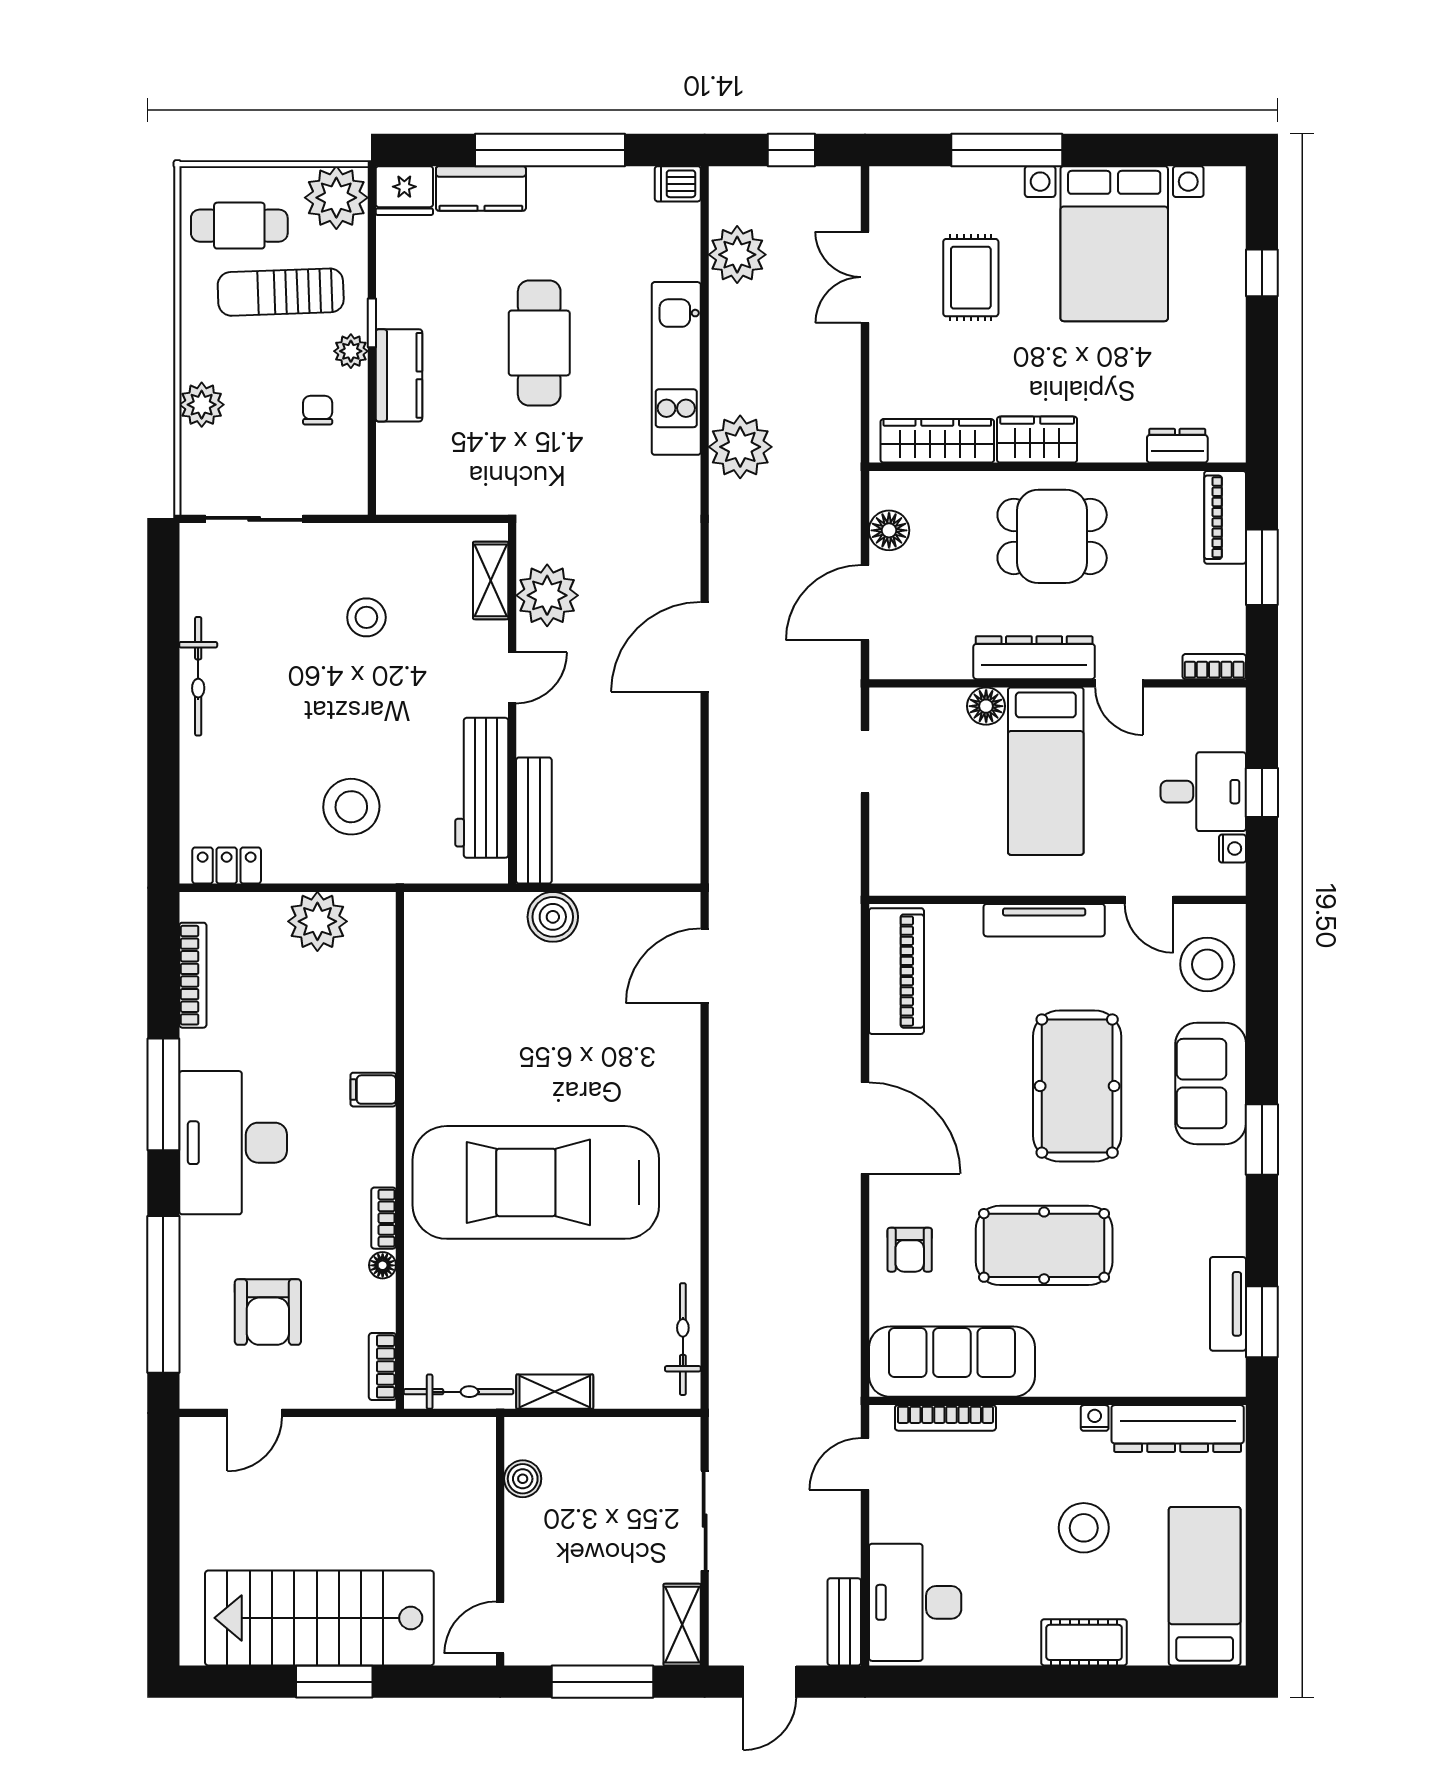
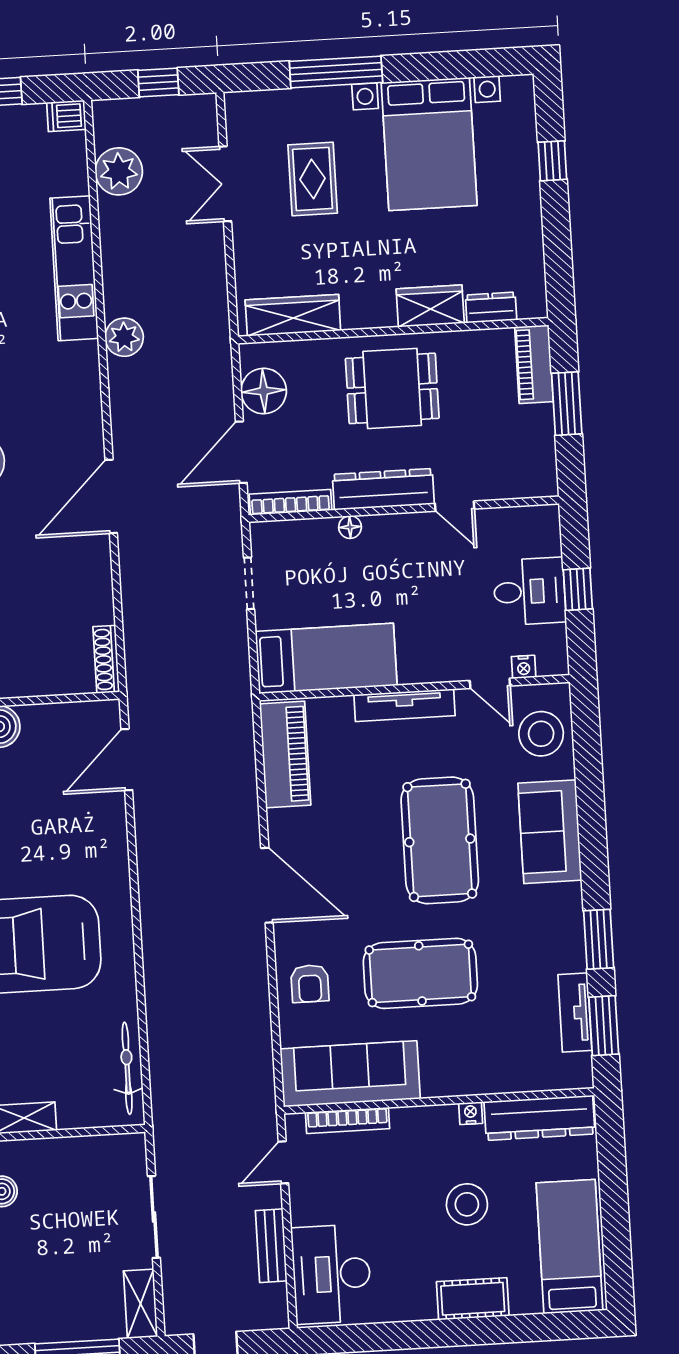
wardrobe: (1037, 440) -> (430, 306), moved
plant: (740, 447) -> (124, 337), width x0.73, depth x0.73
floor lamp: (889, 530) -> (264, 391), width x1.38, depth x1.38
bookcase: (1214, 667) -> (290, 502), moved, width x1.56
floor lamp: (986, 706) -> (350, 527), width x0.73, depth x0.73
bed: (1046, 771) -> (326, 658), moved, turned -90
shoe rack: (687, 843) -> (106, 659), added
nightstand: (1233, 849) -> (524, 667), moved, turned 90
window: (1262, 1140) -> (599, 939), moved
bench: (844, 1622) -> (271, 1246), moved

